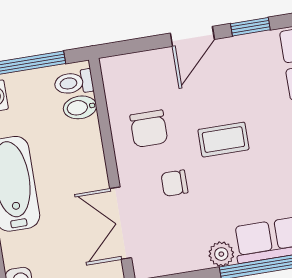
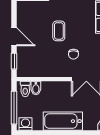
window: (250, 27) -> (14, 61), moved
chair: (149, 129) -> (49, 61), removed

